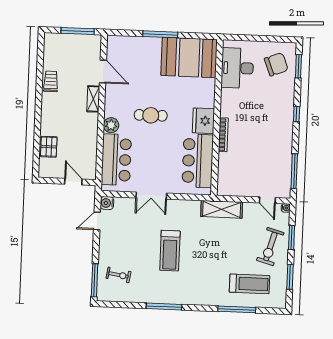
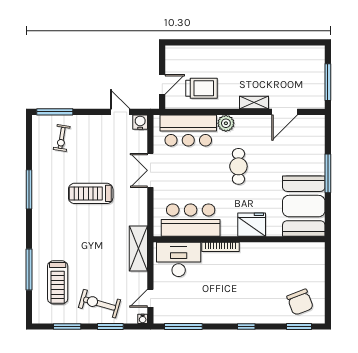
desk: (237, 68) -> (179, 259), moved
trolley: (51, 81) -> (202, 88), moved, width x1.36, depth x1.39
fridge: (203, 121) -> (252, 225), moved
pallet: (49, 147) -> (200, 56), removed

